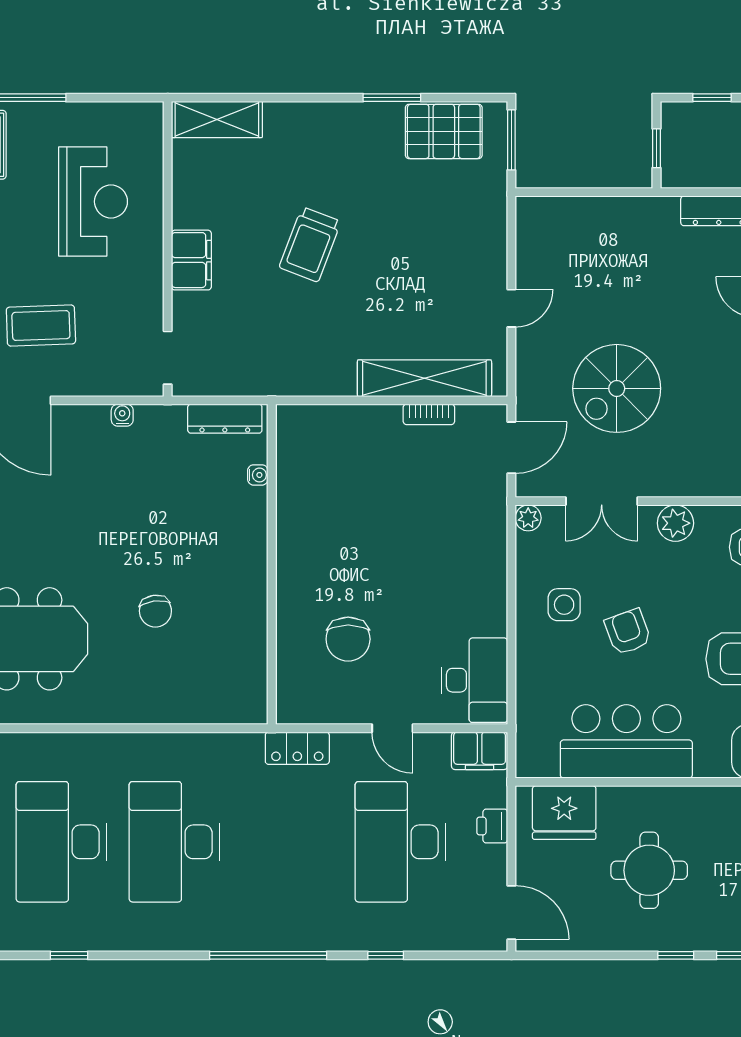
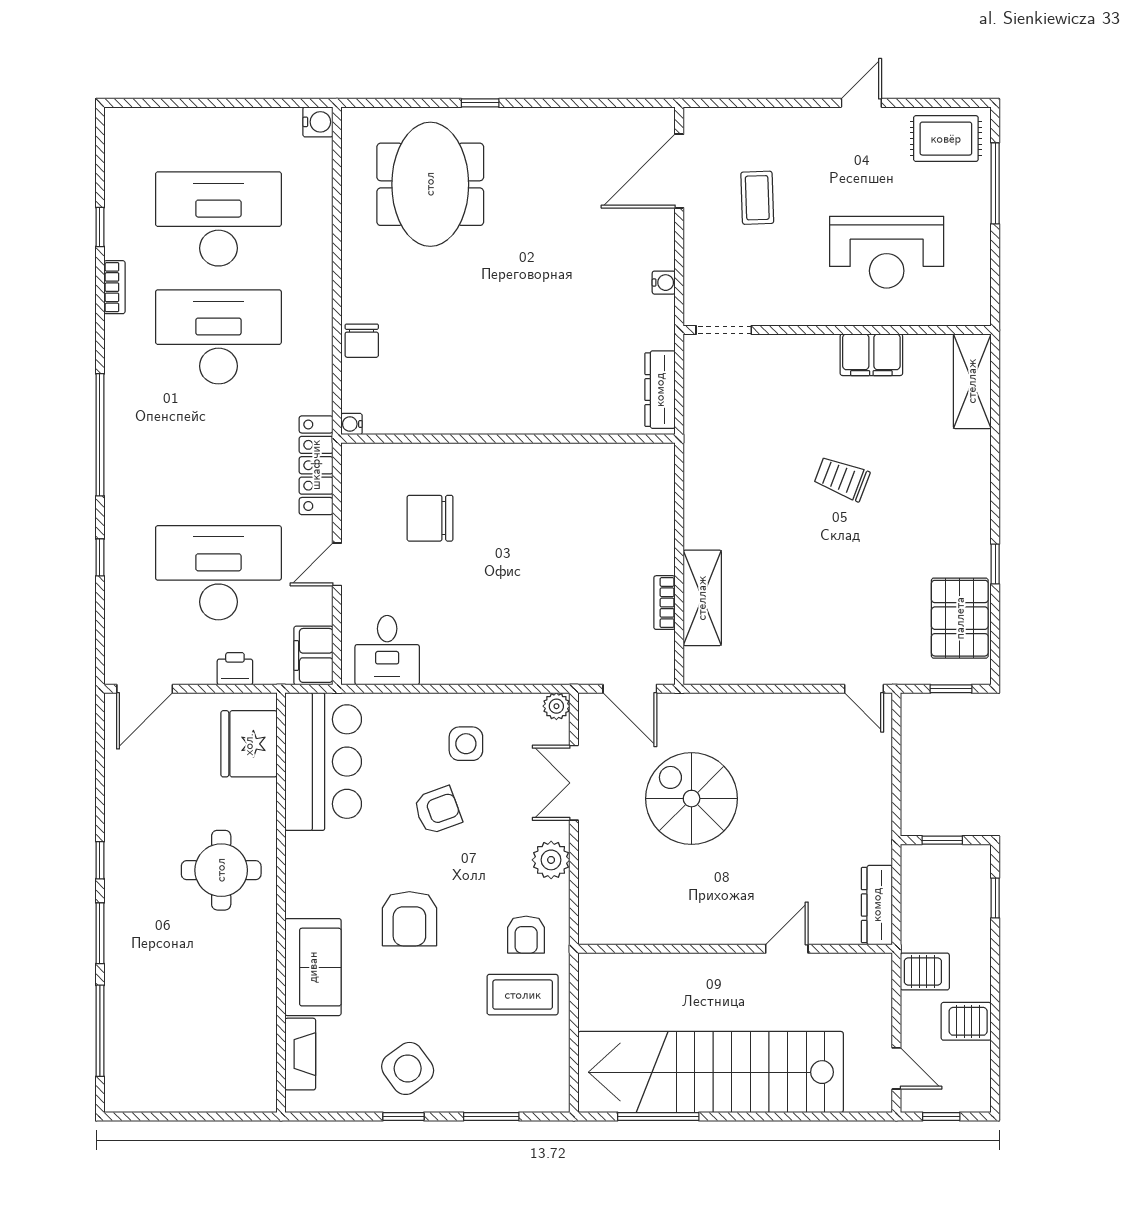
window: (392, 98) -> (995, 564), width x0.67
window: (511, 140) -> (951, 689), width x0.67
trolley: (310, 244) -> (842, 479), width x0.73, depth x0.72
filing cabinet: (191, 260) -> (871, 355), moved
door: (511, 308) -> (864, 689), moved
coffee table: (41, 326) -> (757, 198), width x0.73, depth x0.77
shelving: (424, 378) -> (702, 598), width x0.68
water cooler: (258, 475) -> (352, 424), moved, turned 90
chair: (155, 611) -> (362, 341), moved, turned -82
desk: (474, 680) -> (387, 650), width x0.73
bar counter: (626, 741) -> (323, 762), moved
locker: (297, 748) -> (316, 465), width x1.53
round table: (649, 870) -> (221, 870), moved
bookcase: (127, 941) -> (115, 287), added

